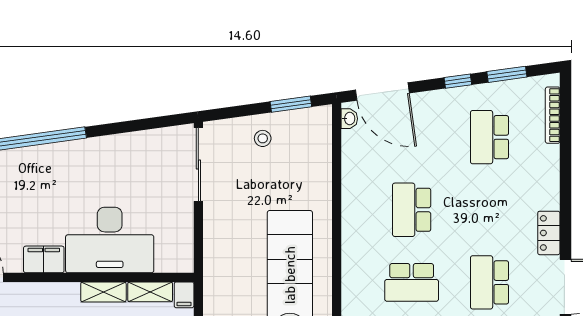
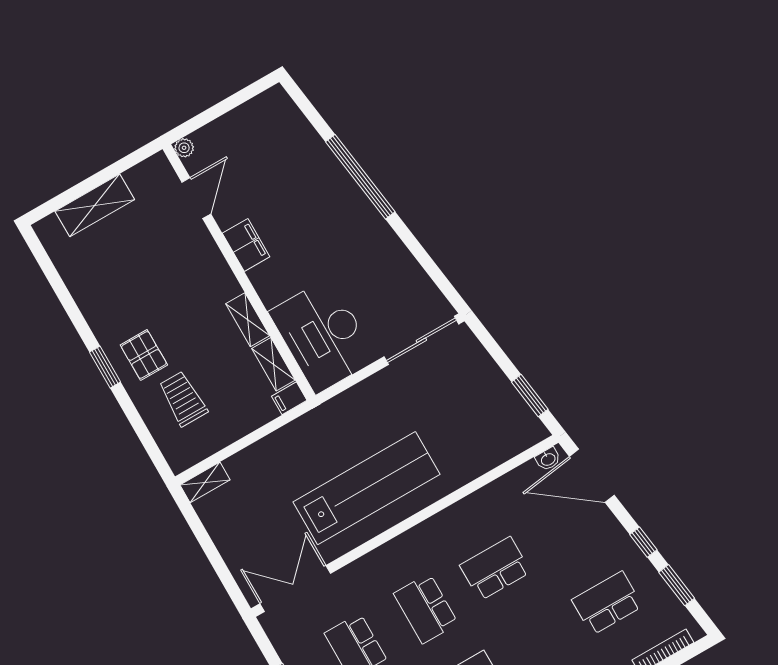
door: (382, 92) -> (592, 476), hinge flipped
stool: (263, 138) -> (482, 387), removed
desk: (110, 240) -> (323, 336), moved

